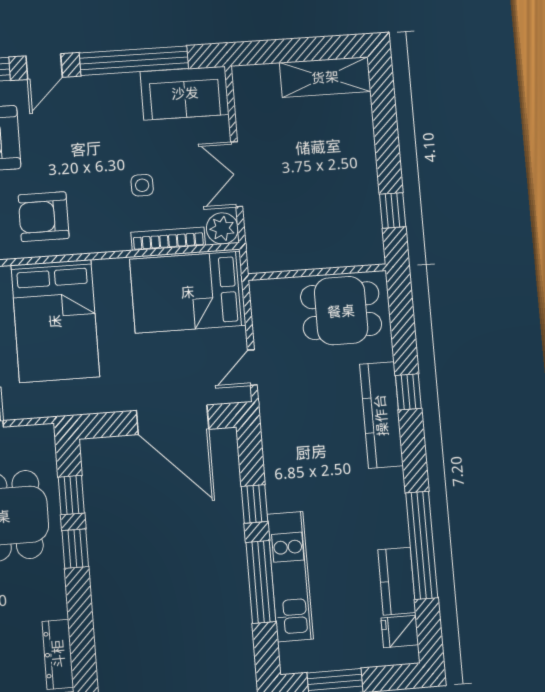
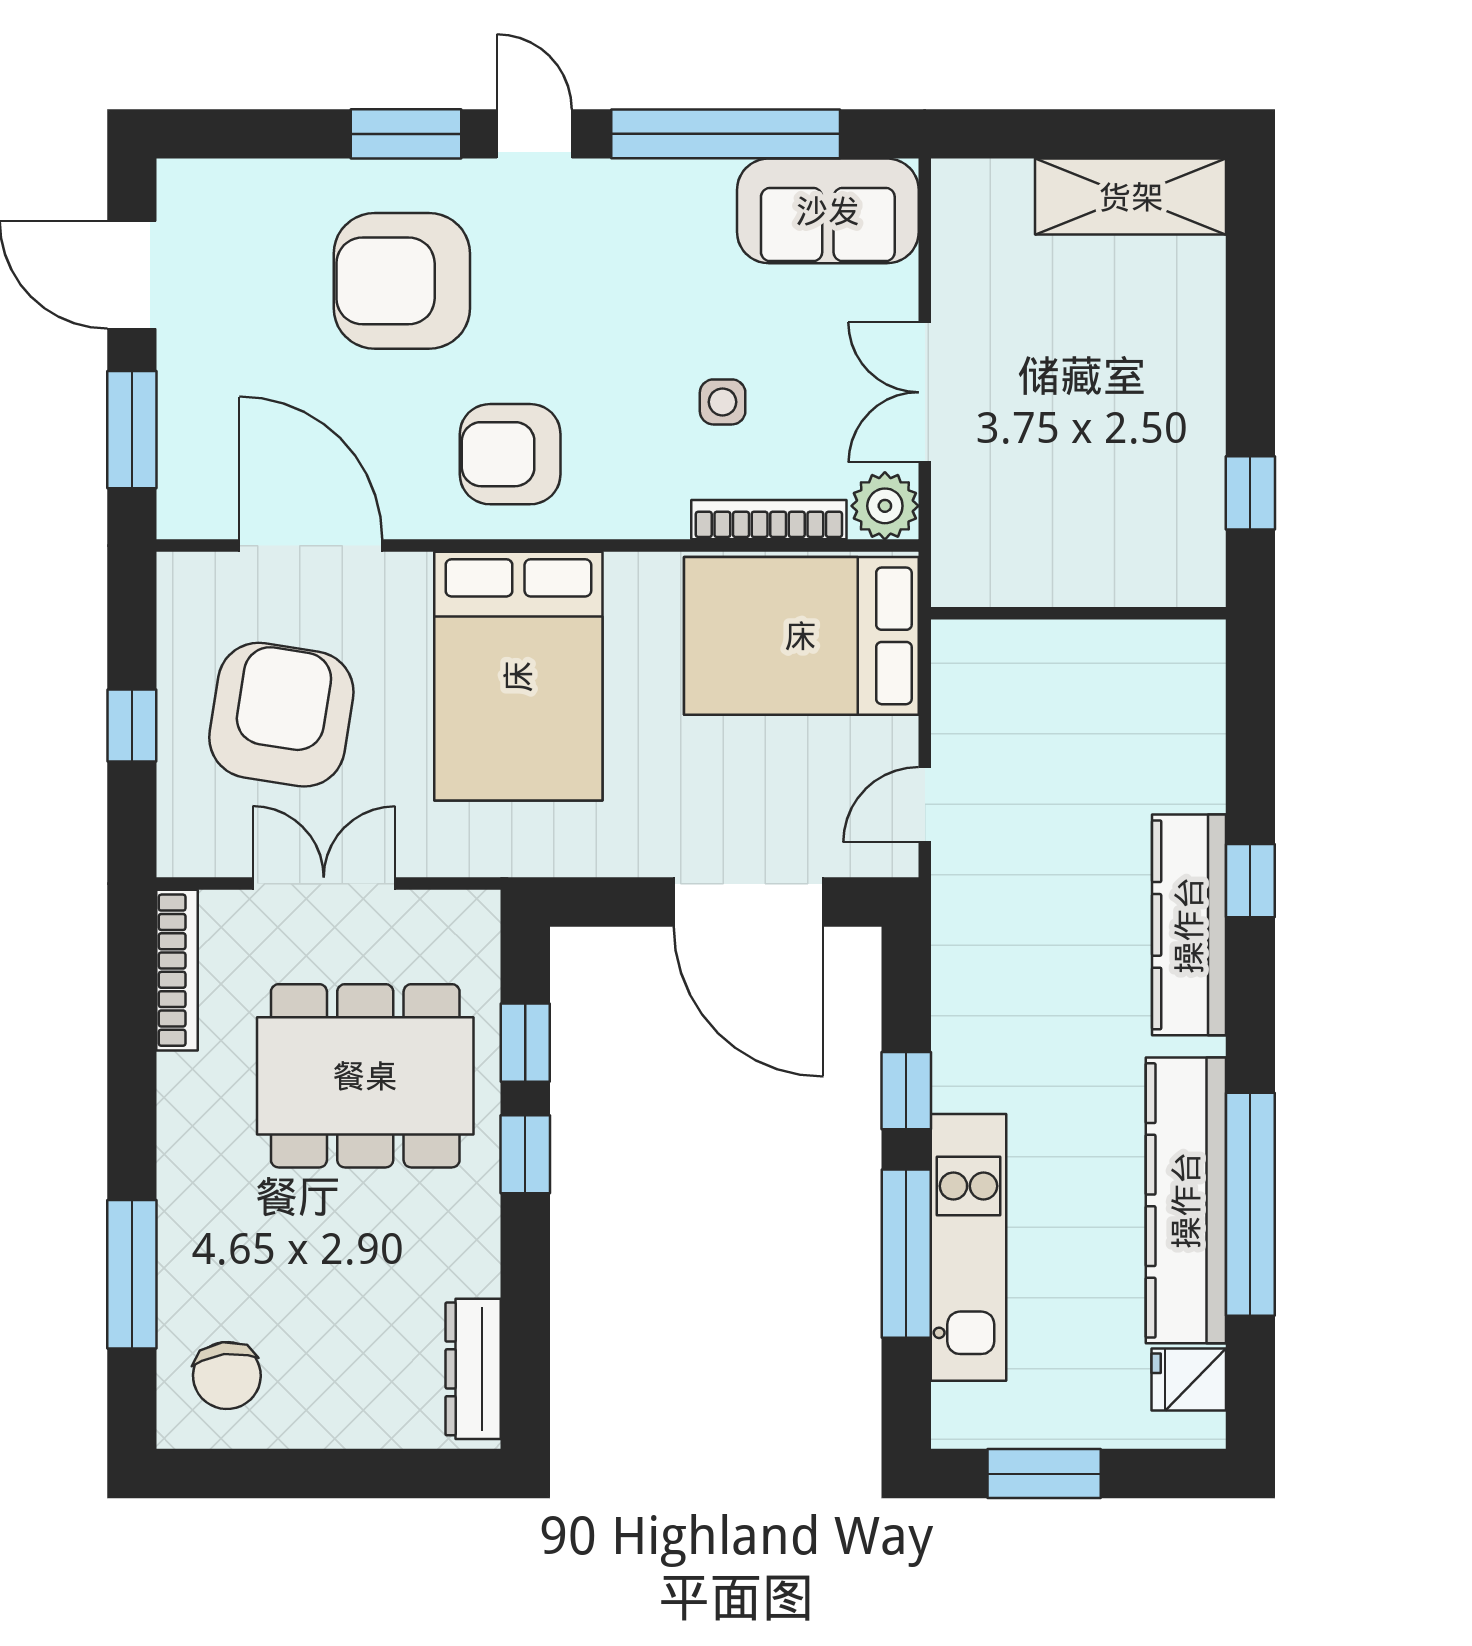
door: (44, 67) -> (534, 134), swing flipped
dining table: (341, 311) -> (1122, 698), removed
kitchen counter: (397, 581) -> (1186, 1200), width x2.08, depth x1.17

